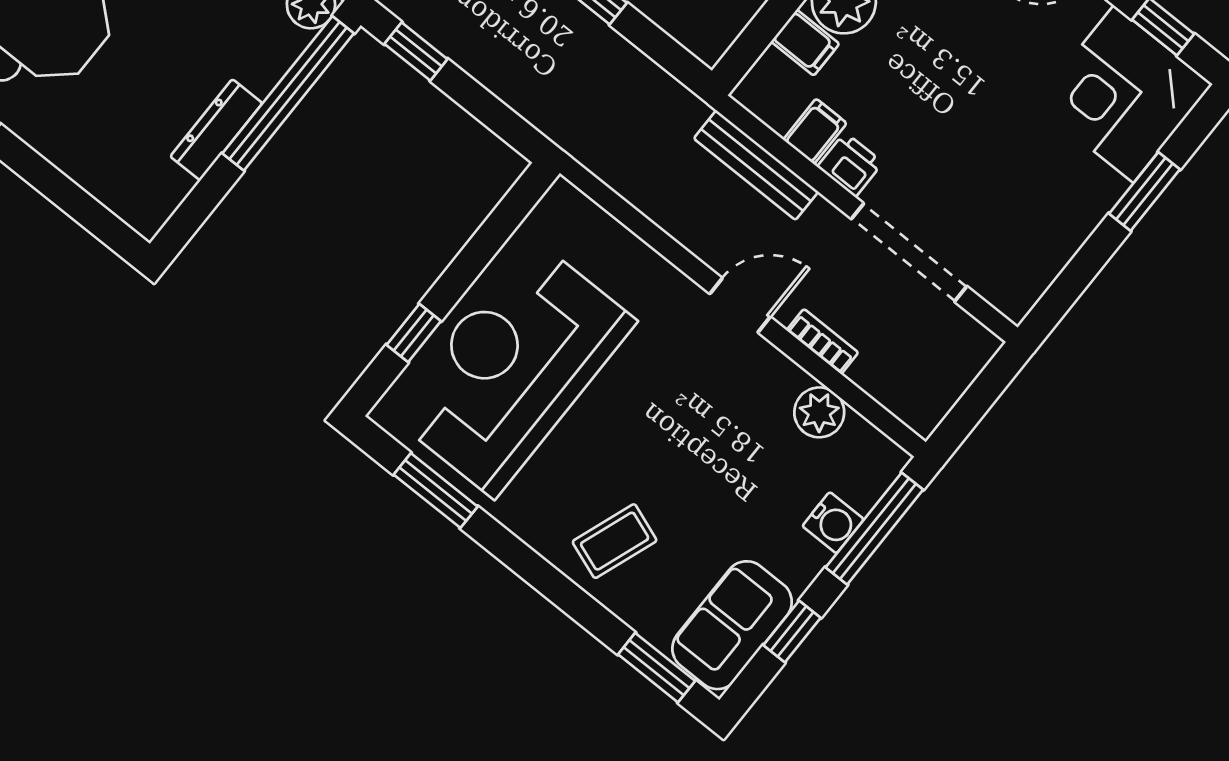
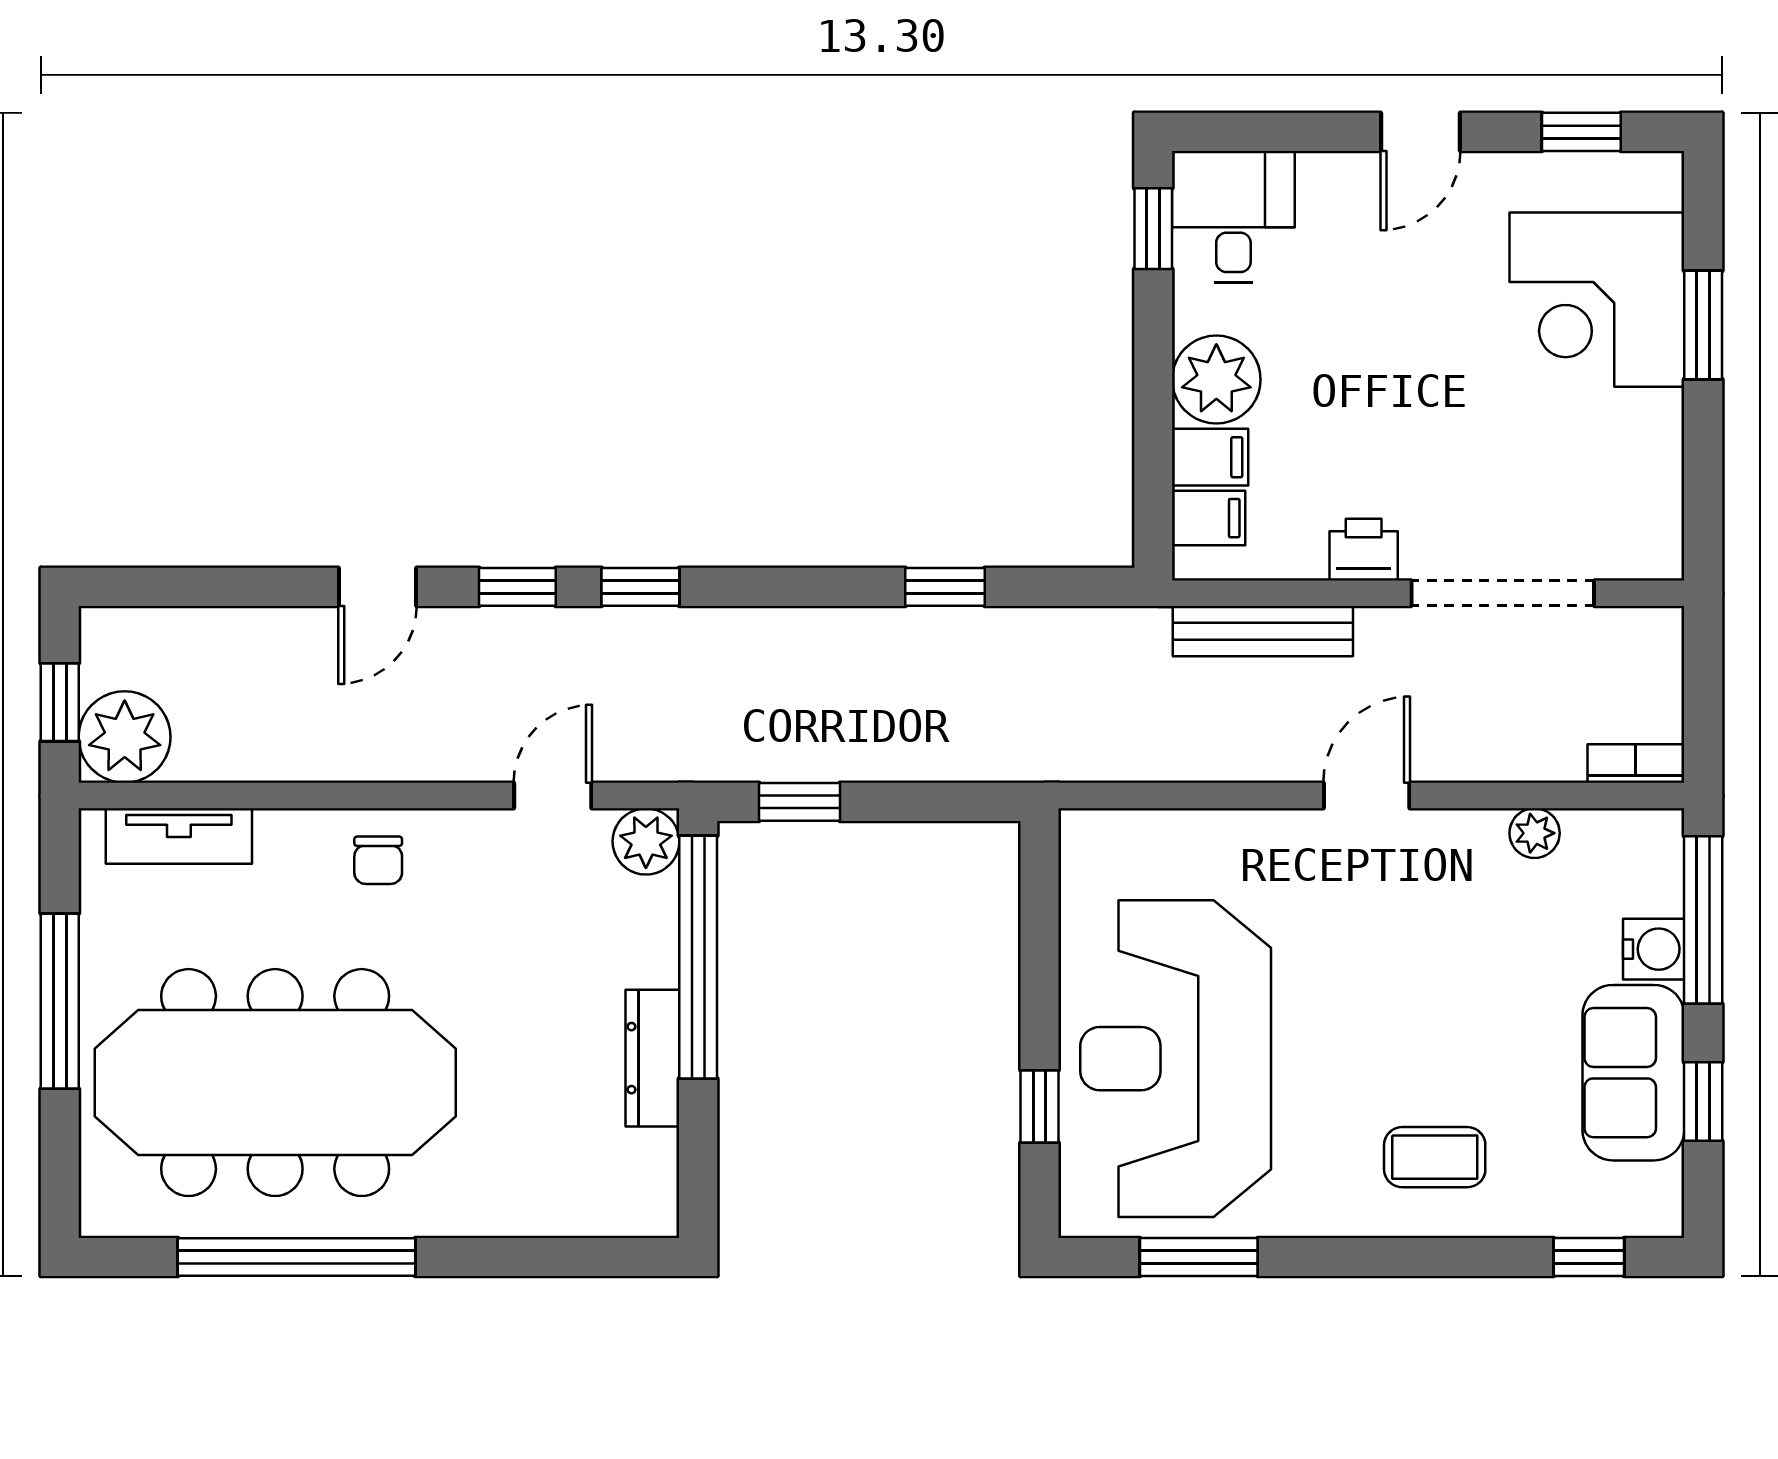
corner desk: (1124, 94) -> (1597, 300), moved
filing cabinet: (815, 131) -> (1209, 518), moved, turned 90
bookcase: (822, 341) -> (1636, 764), moved
plant: (819, 412) -> (1535, 833), width x0.73, depth x0.73
coffee table: (615, 541) -> (1435, 1157), turned 70
sofa: (732, 625) -> (1633, 1073), moved
window: (657, 668) -> (1589, 1257), width x0.67

